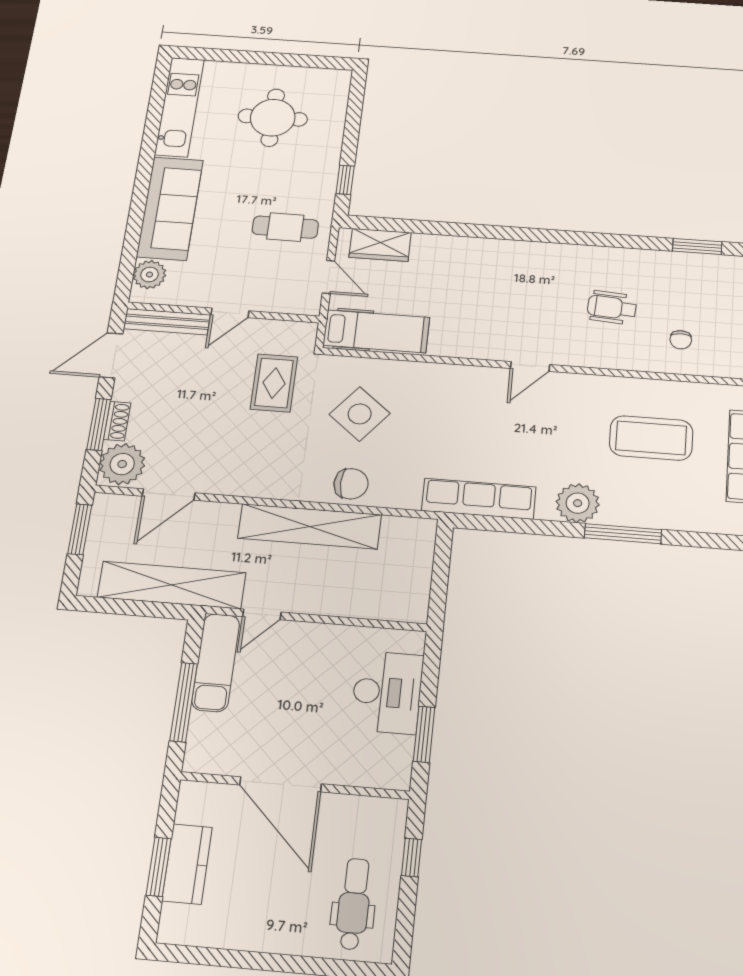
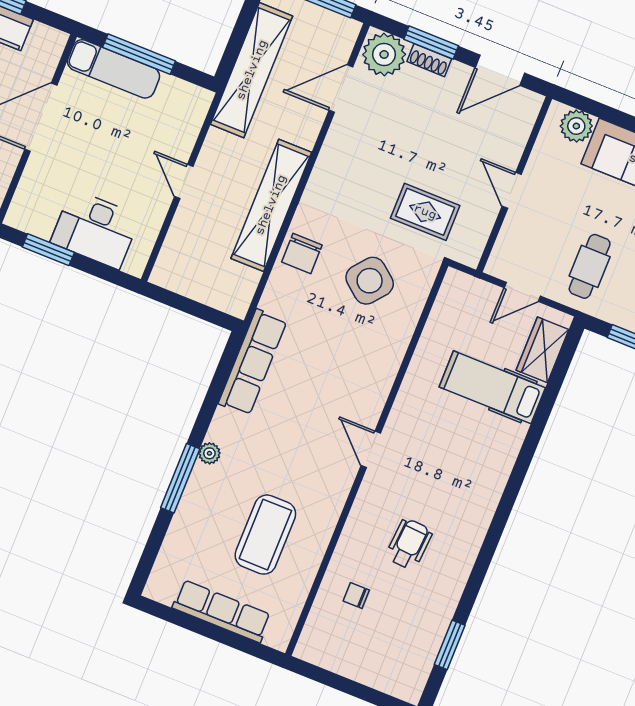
bench: (167, 322) -> (520, 130), removed
hospital bed: (376, 331) -> (492, 387), moved, turned 90
door: (111, 355) -> (500, 70), swing flipped
door: (169, 494) -> (341, 89), hinge flipped
plant: (578, 503) -> (209, 453), width x0.53, depth x0.53
door: (262, 614) -> (184, 181), moved
exam couch: (216, 663) -> (114, 69), moved

